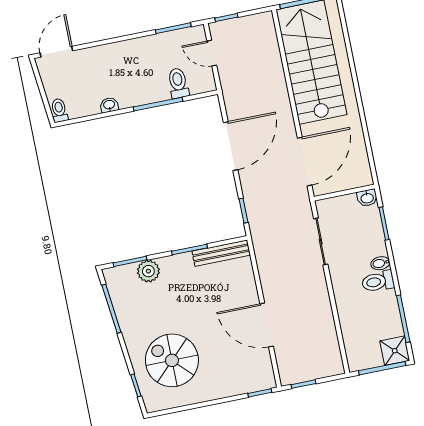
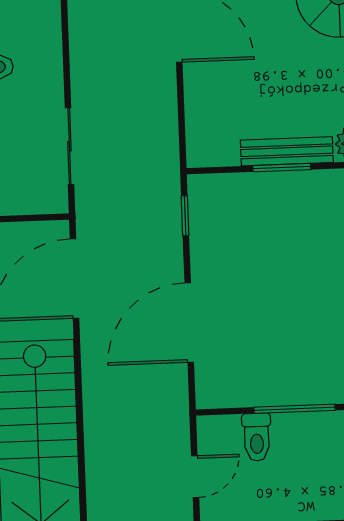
door: (212, 53) -> (195, 477), hinge flipped
bench: (221, 253) -> (287, 151), moved

